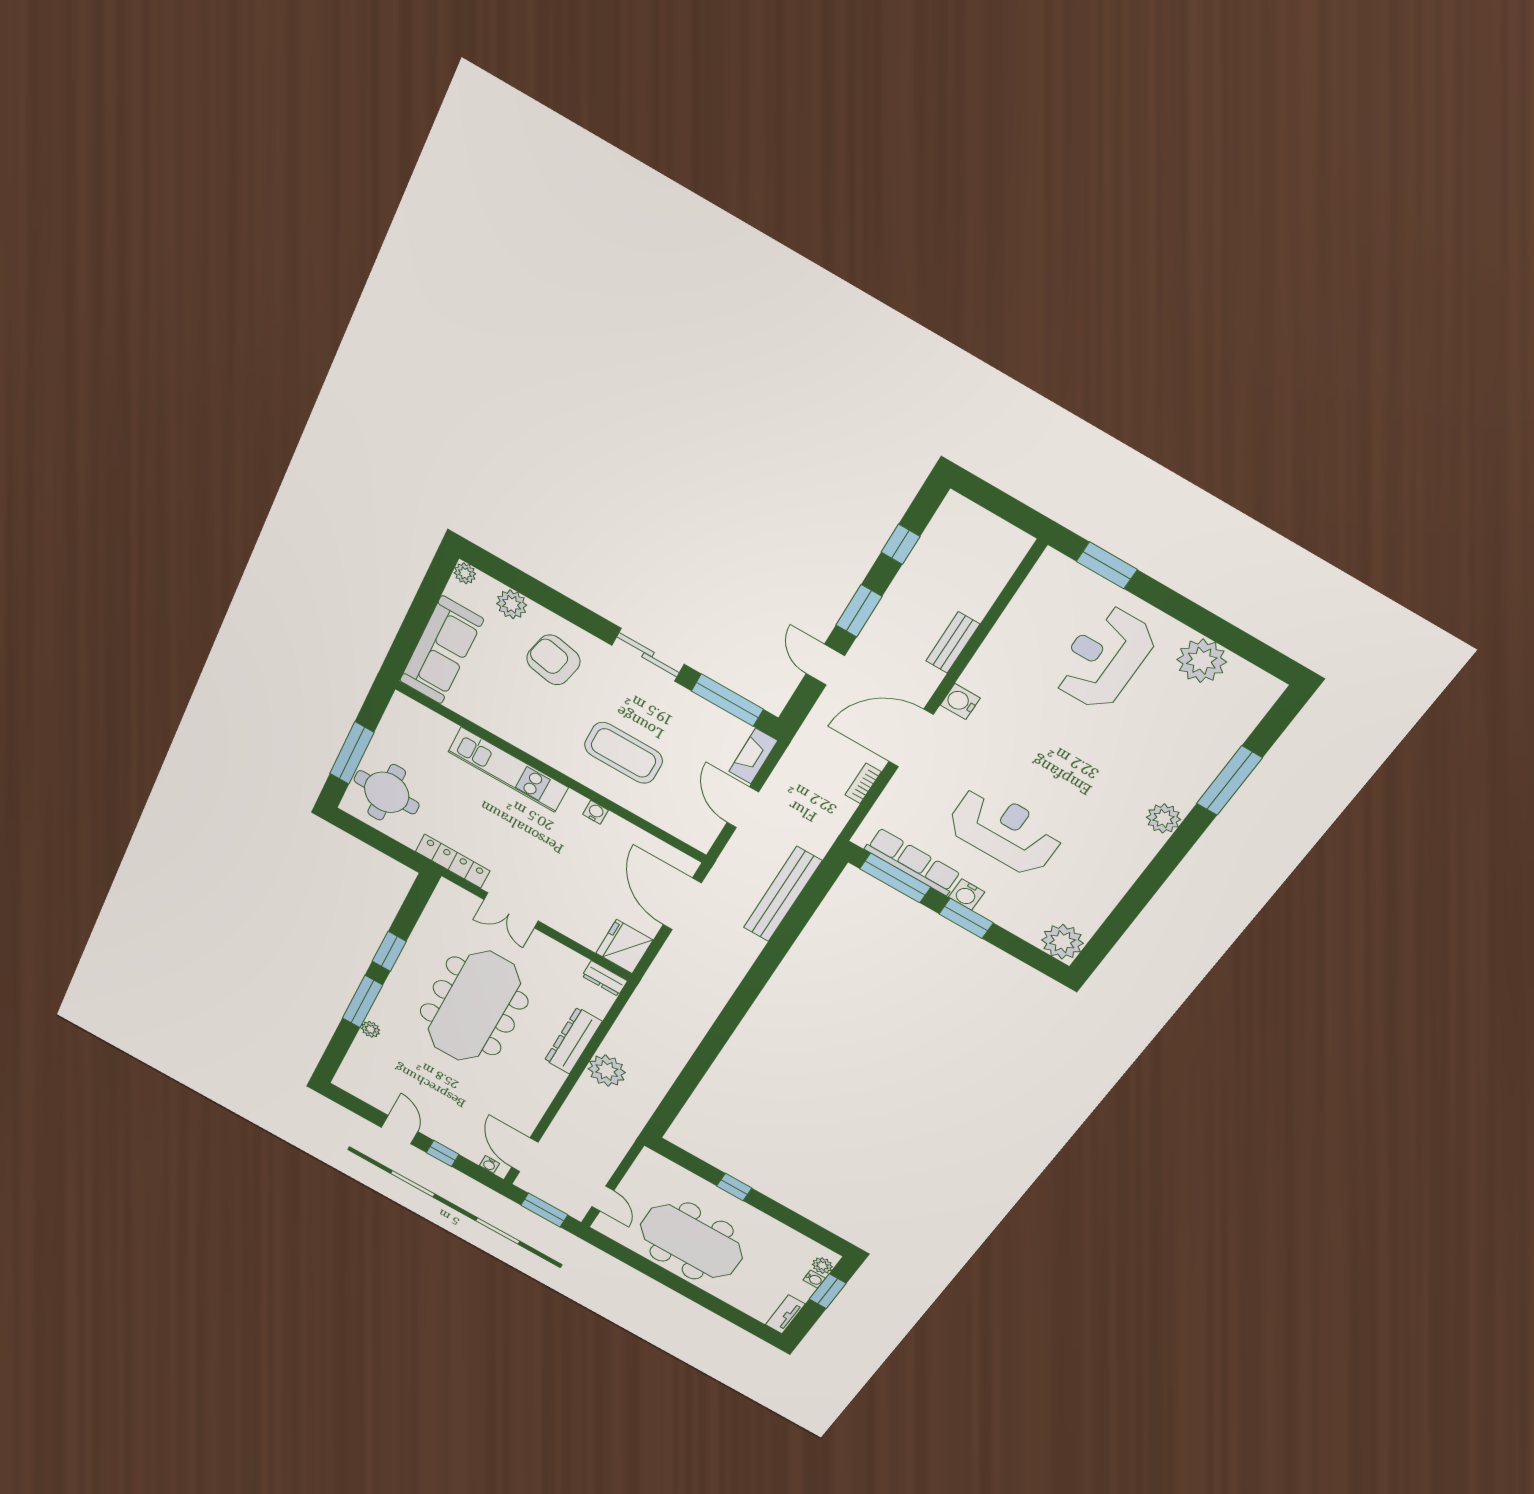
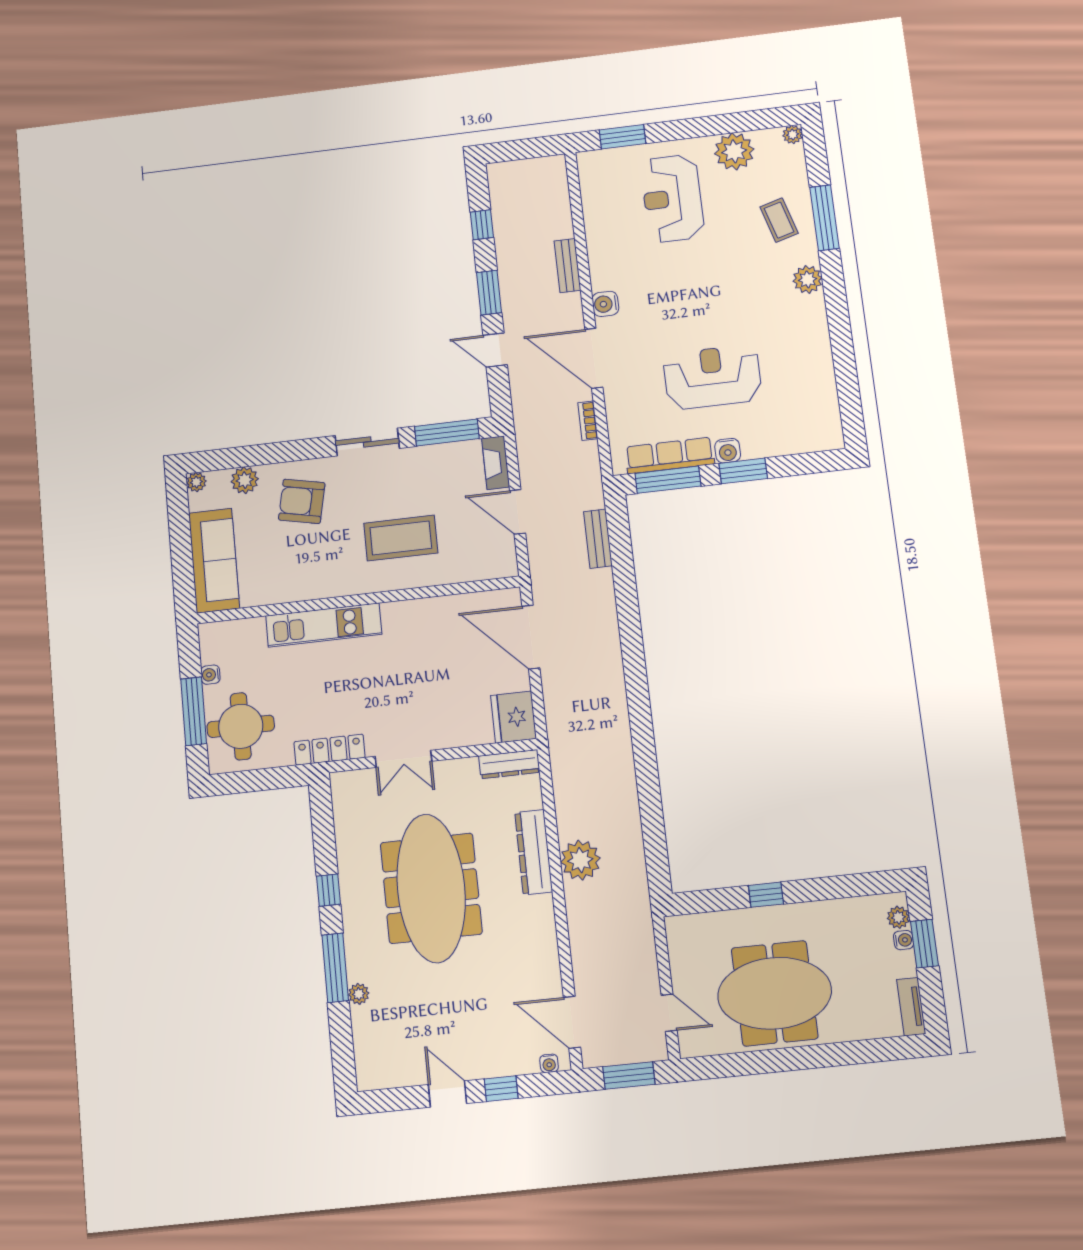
door: (911, 738) -> (594, 358), hinge flipped
coffee table: (1186, 751) -> (779, 220), added
water cooler: (596, 812) -> (210, 675), moved, turned -90
bench: (782, 894) -> (598, 539), width x0.54, depth x0.82
plant: (1062, 942) -> (793, 135), moved, width x0.53, depth x0.53
window: (389, 951) -> (328, 890), width x0.67
dresser: (605, 978) -> (509, 764), width x1.44

